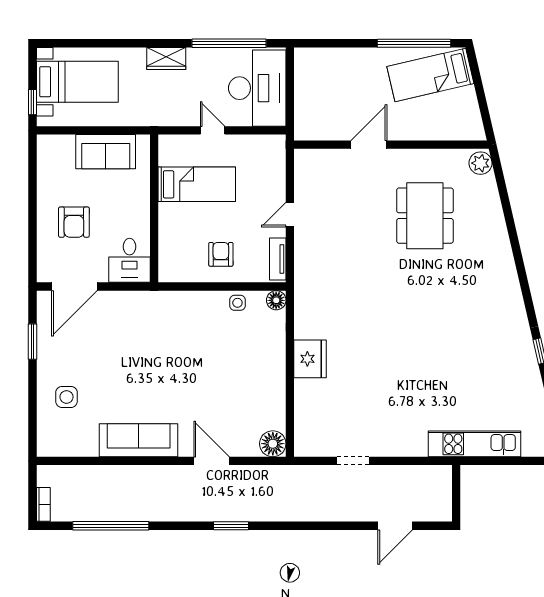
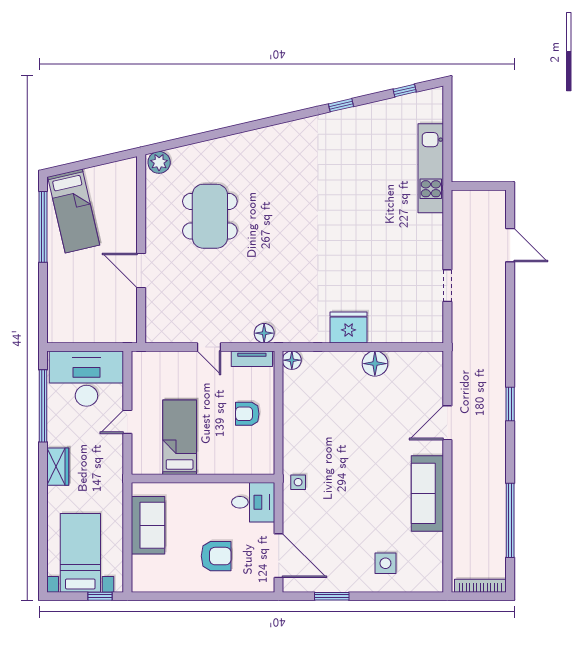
dining table: (425, 216) -> (210, 216), turned 90
floor lamp: (304, 272) -> (264, 333), added
side table: (237, 303) -> (298, 482), moved
floor lamp: (273, 444) -> (375, 364), moved
bookcase: (43, 504) -> (480, 586), width x1.56

